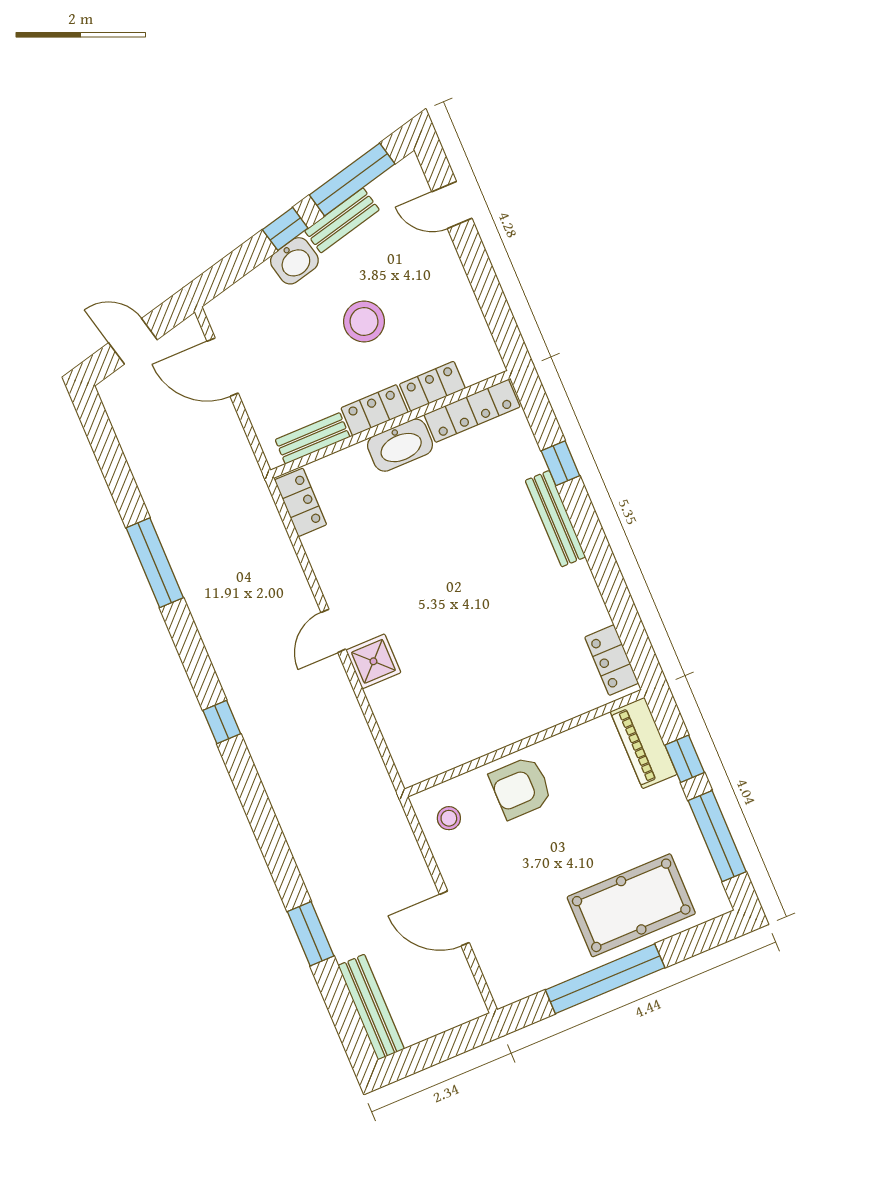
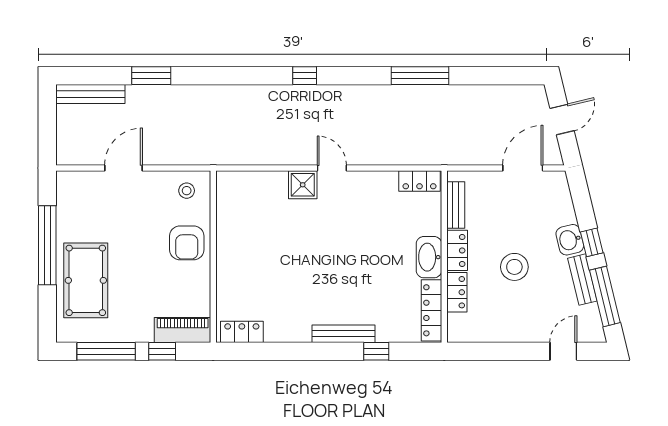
armchair: (521, 788) -> (187, 243), turned 180

